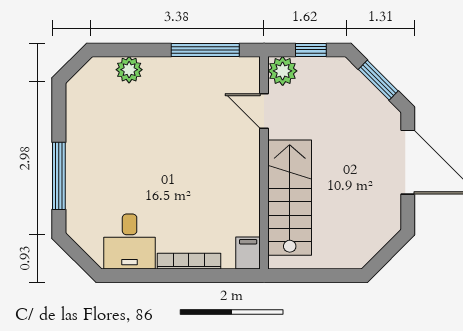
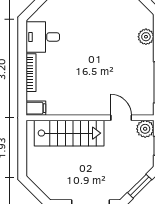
door: (264, 111) -> (121, 118), hinge flipped

